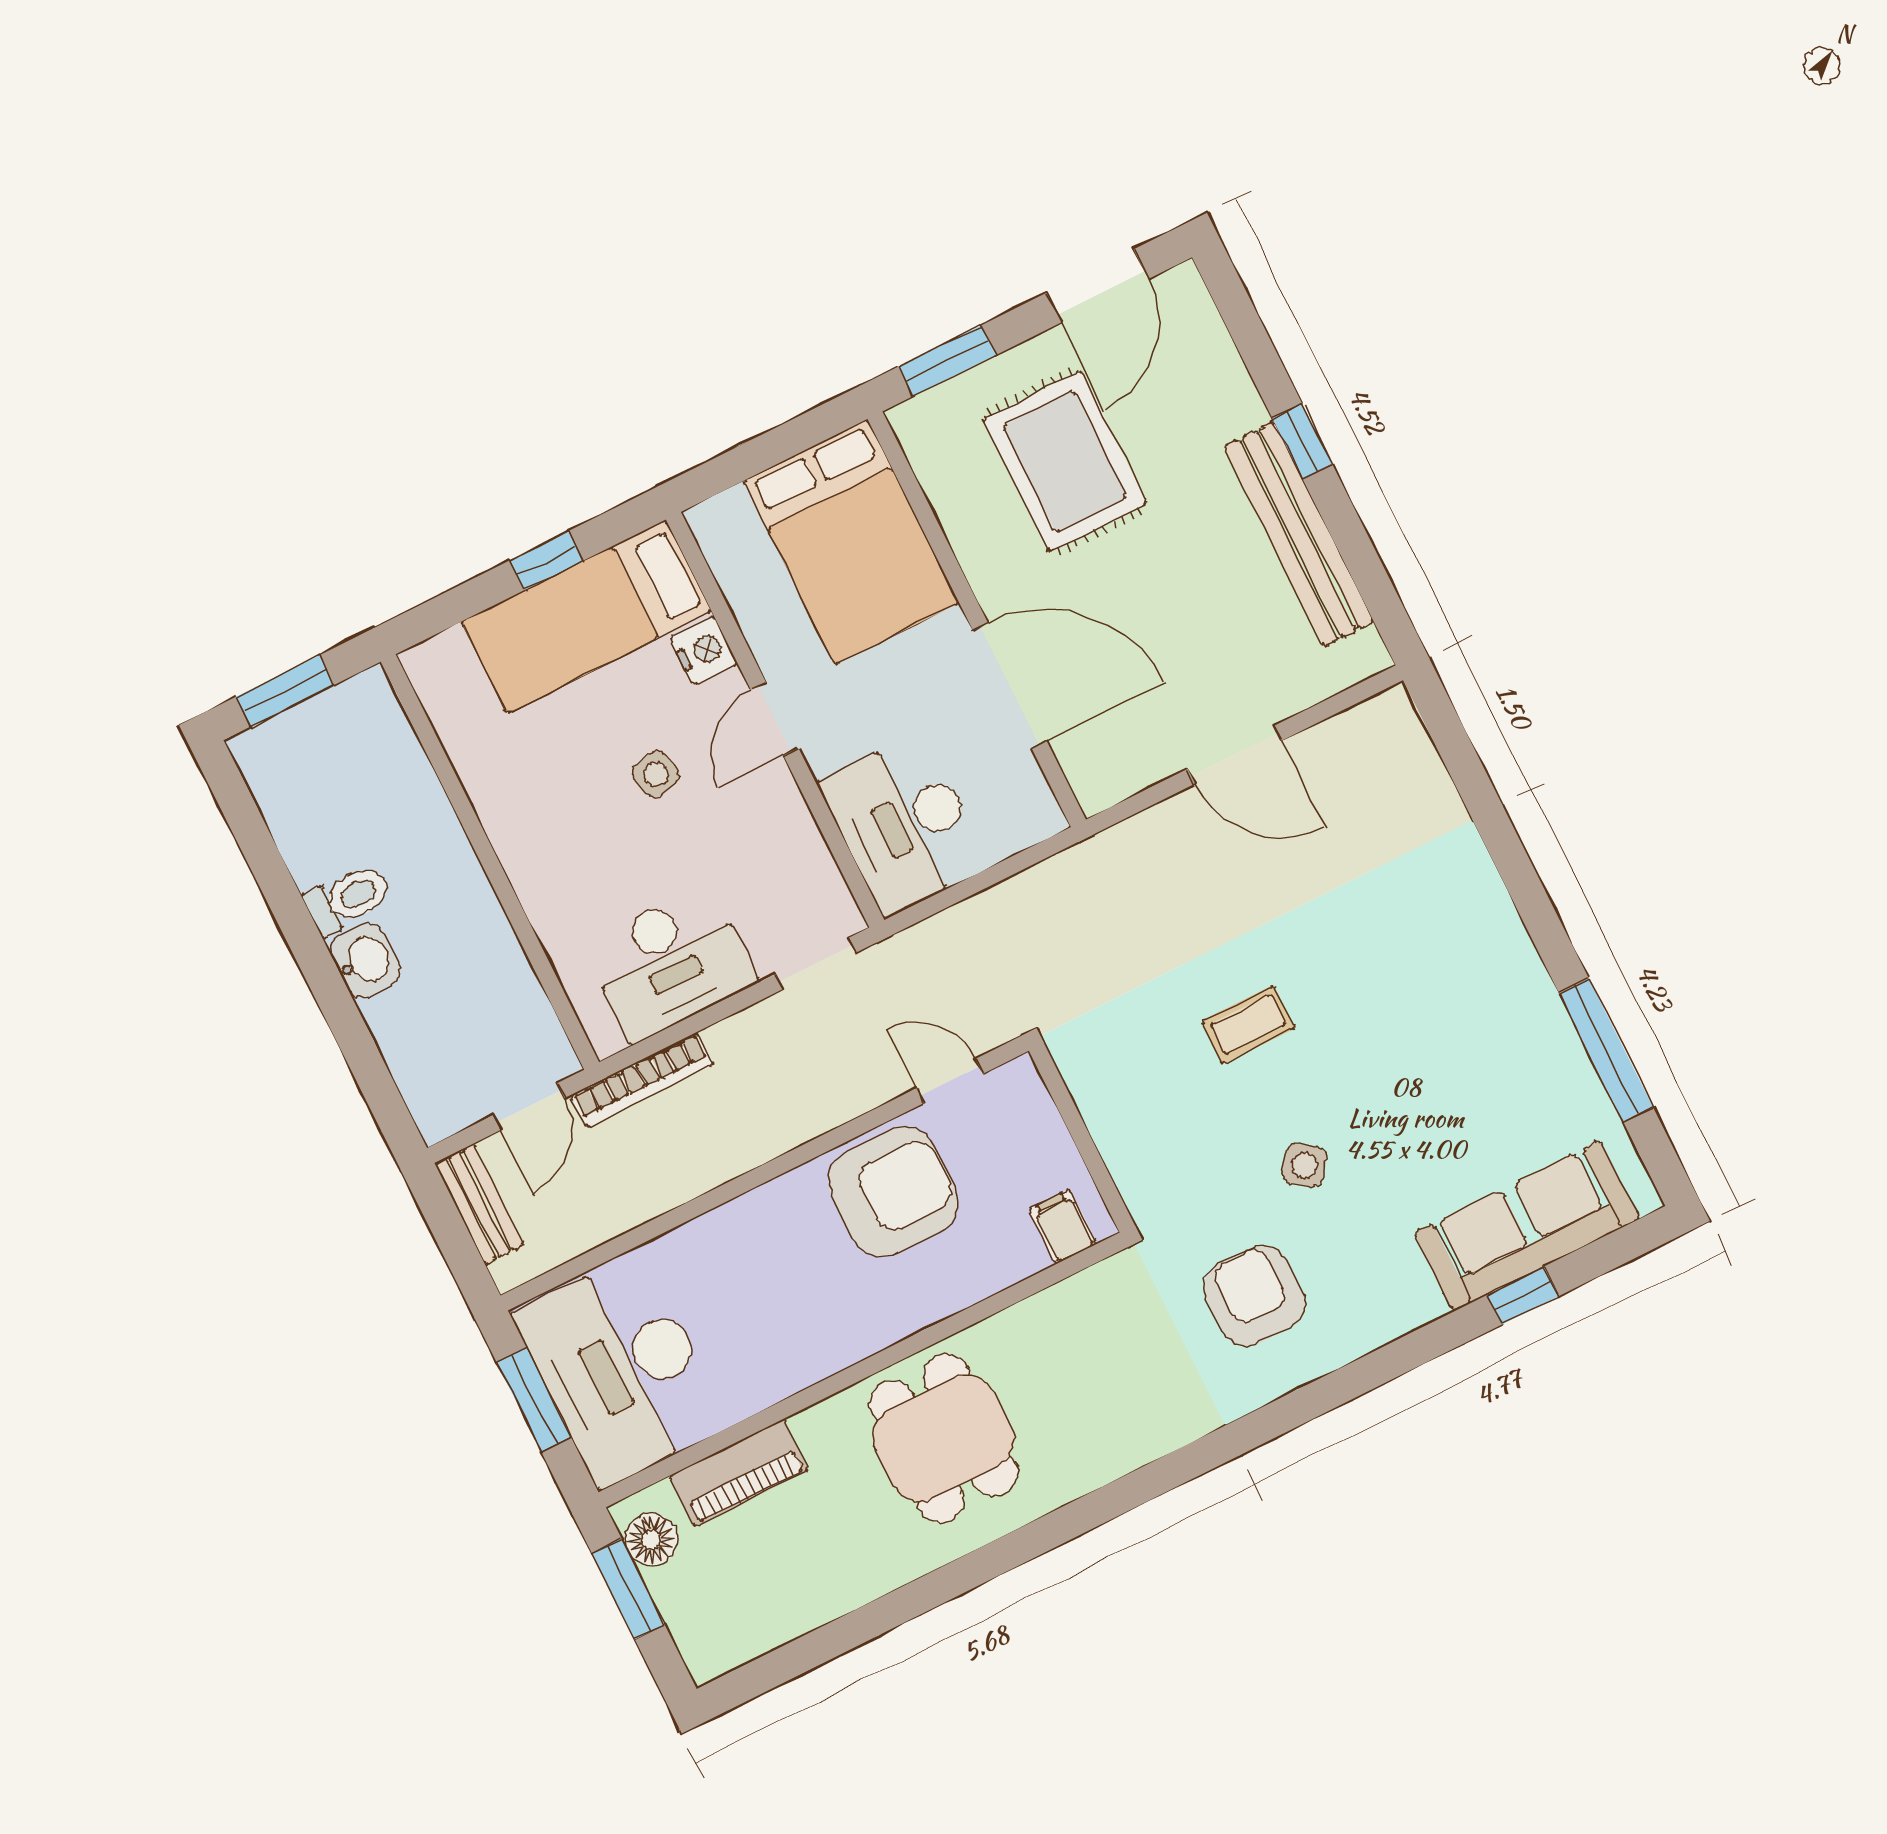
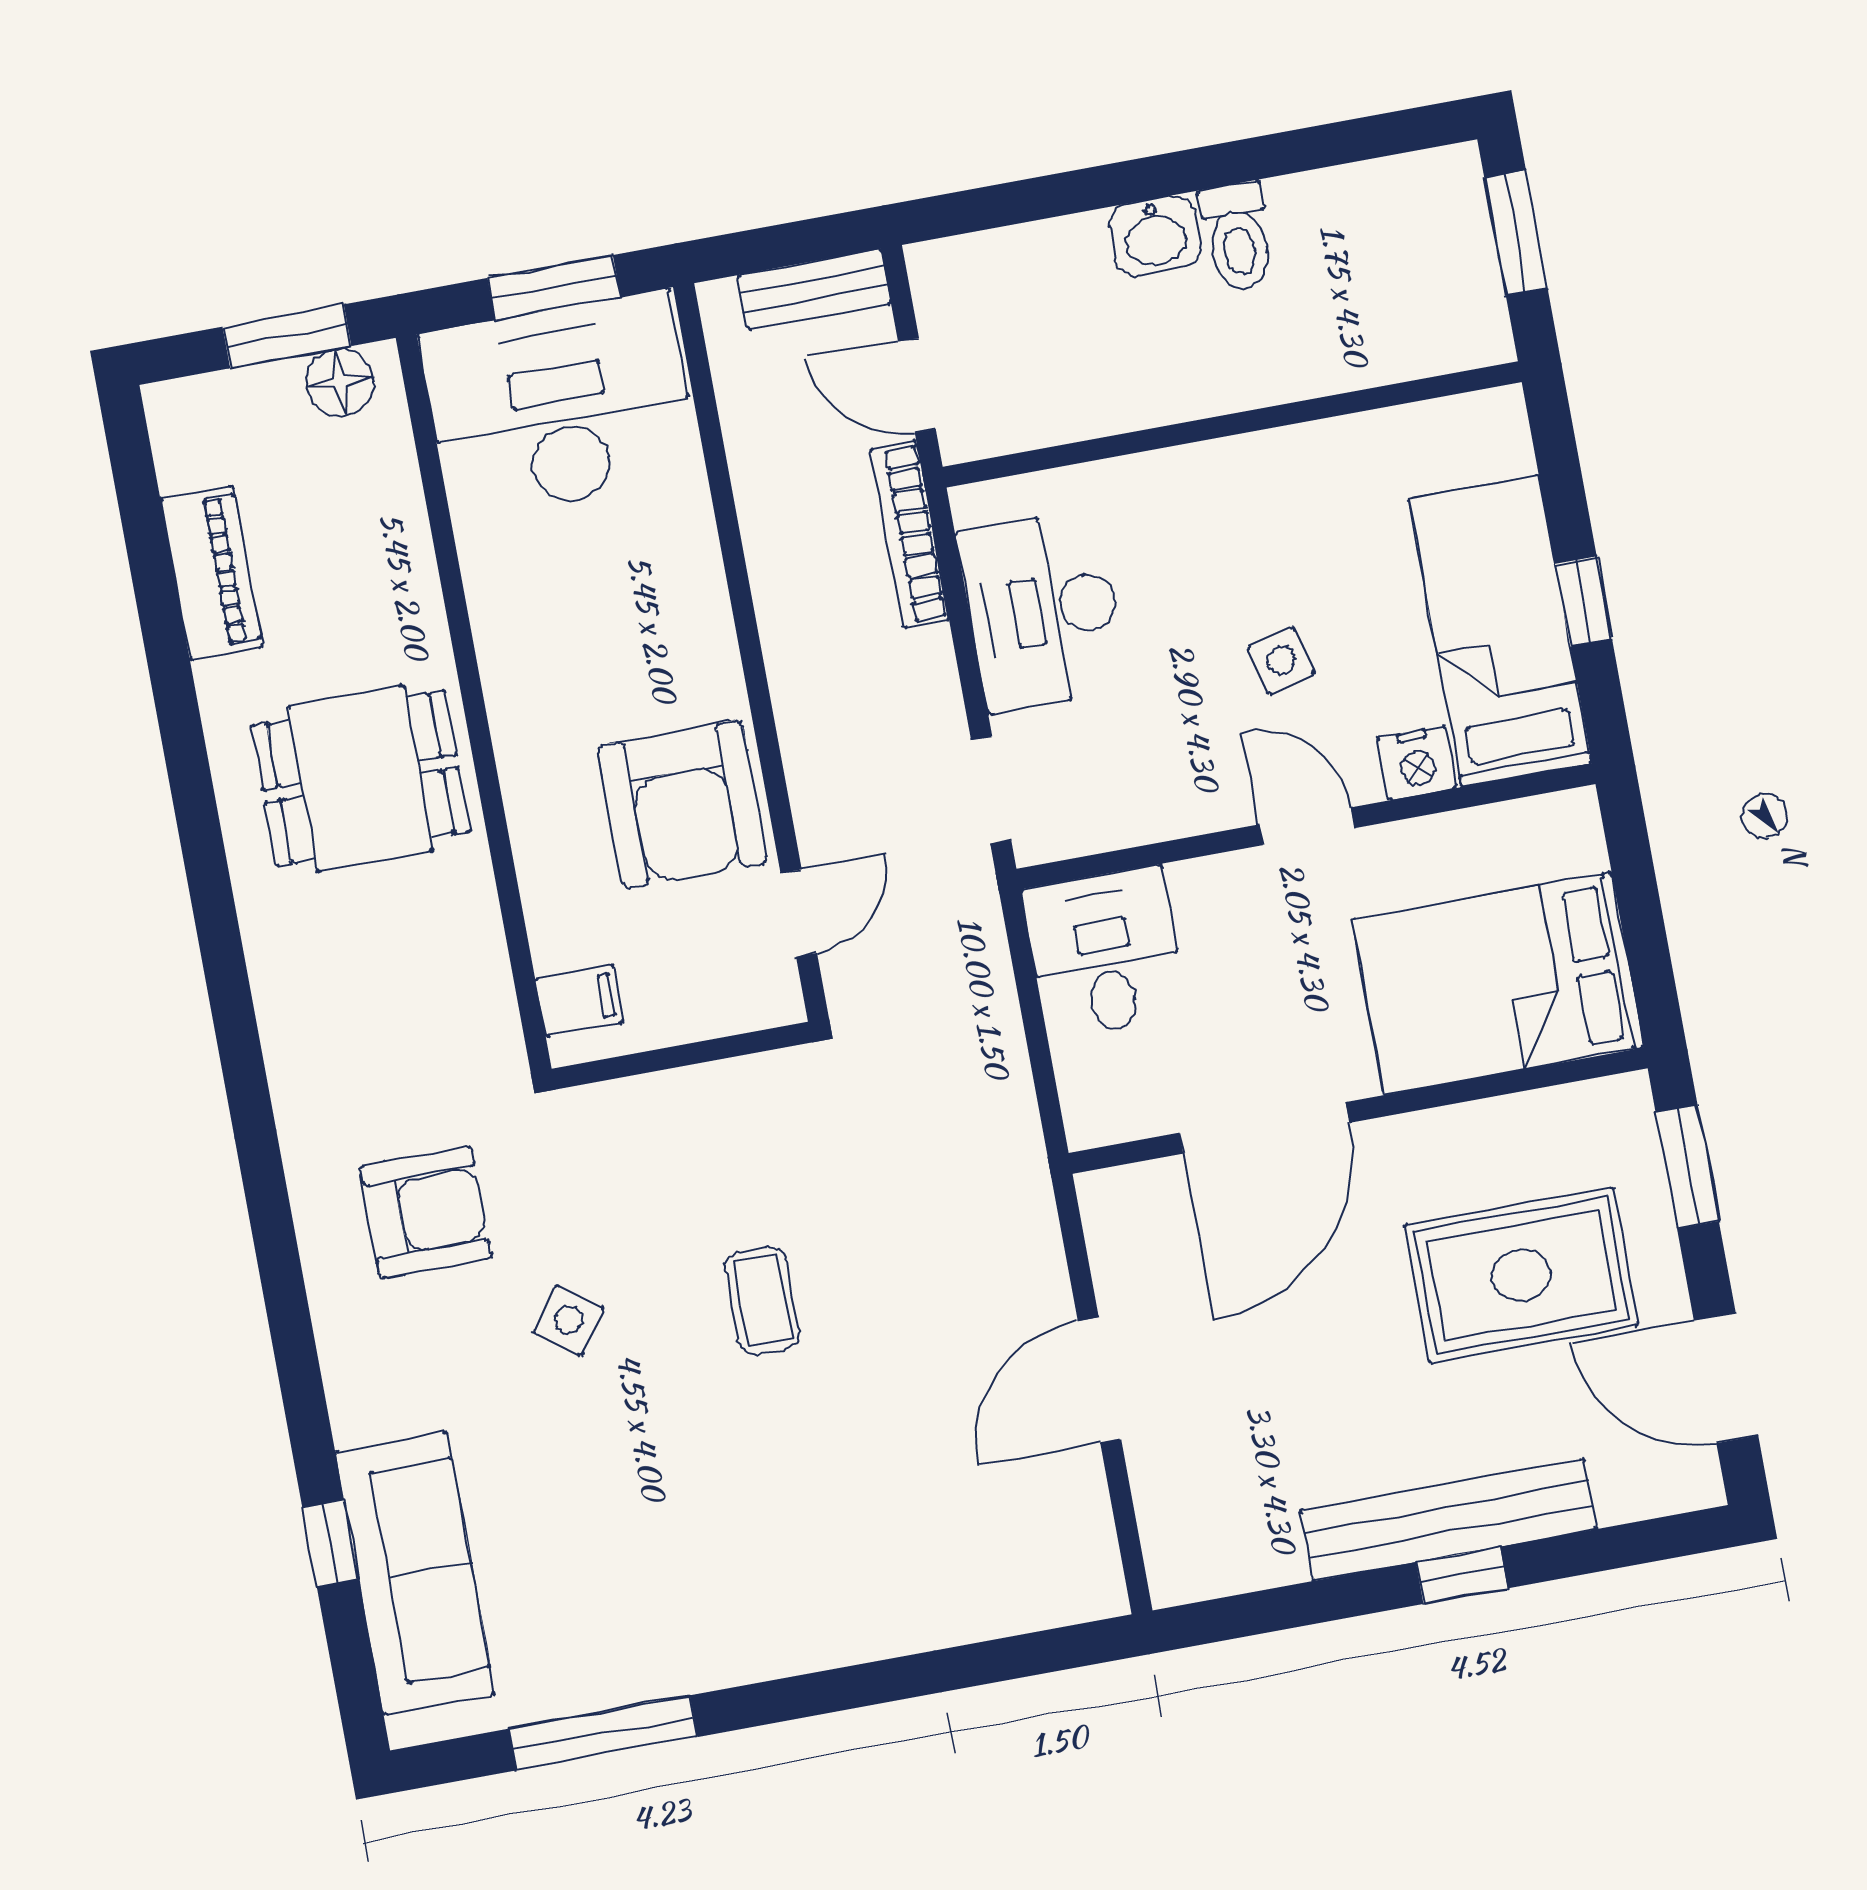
bench: (1299, 534) -> (1448, 1520), moved
desk: (904, 824) -> (1105, 953), width x0.73
piano: (739, 1473) -> (211, 573), moved, turned 180

